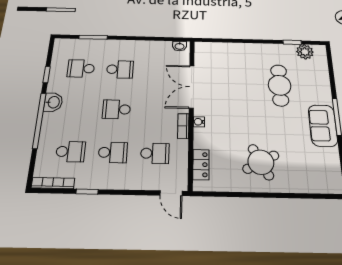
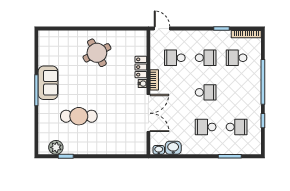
cafe table: (280, 85) -> (79, 116), turned 90
washbasin: (53, 102) -> (173, 148), moved, turned 90
school desk: (113, 152) -> (206, 58), turned 180
locker: (201, 165) -> (141, 67), moved

